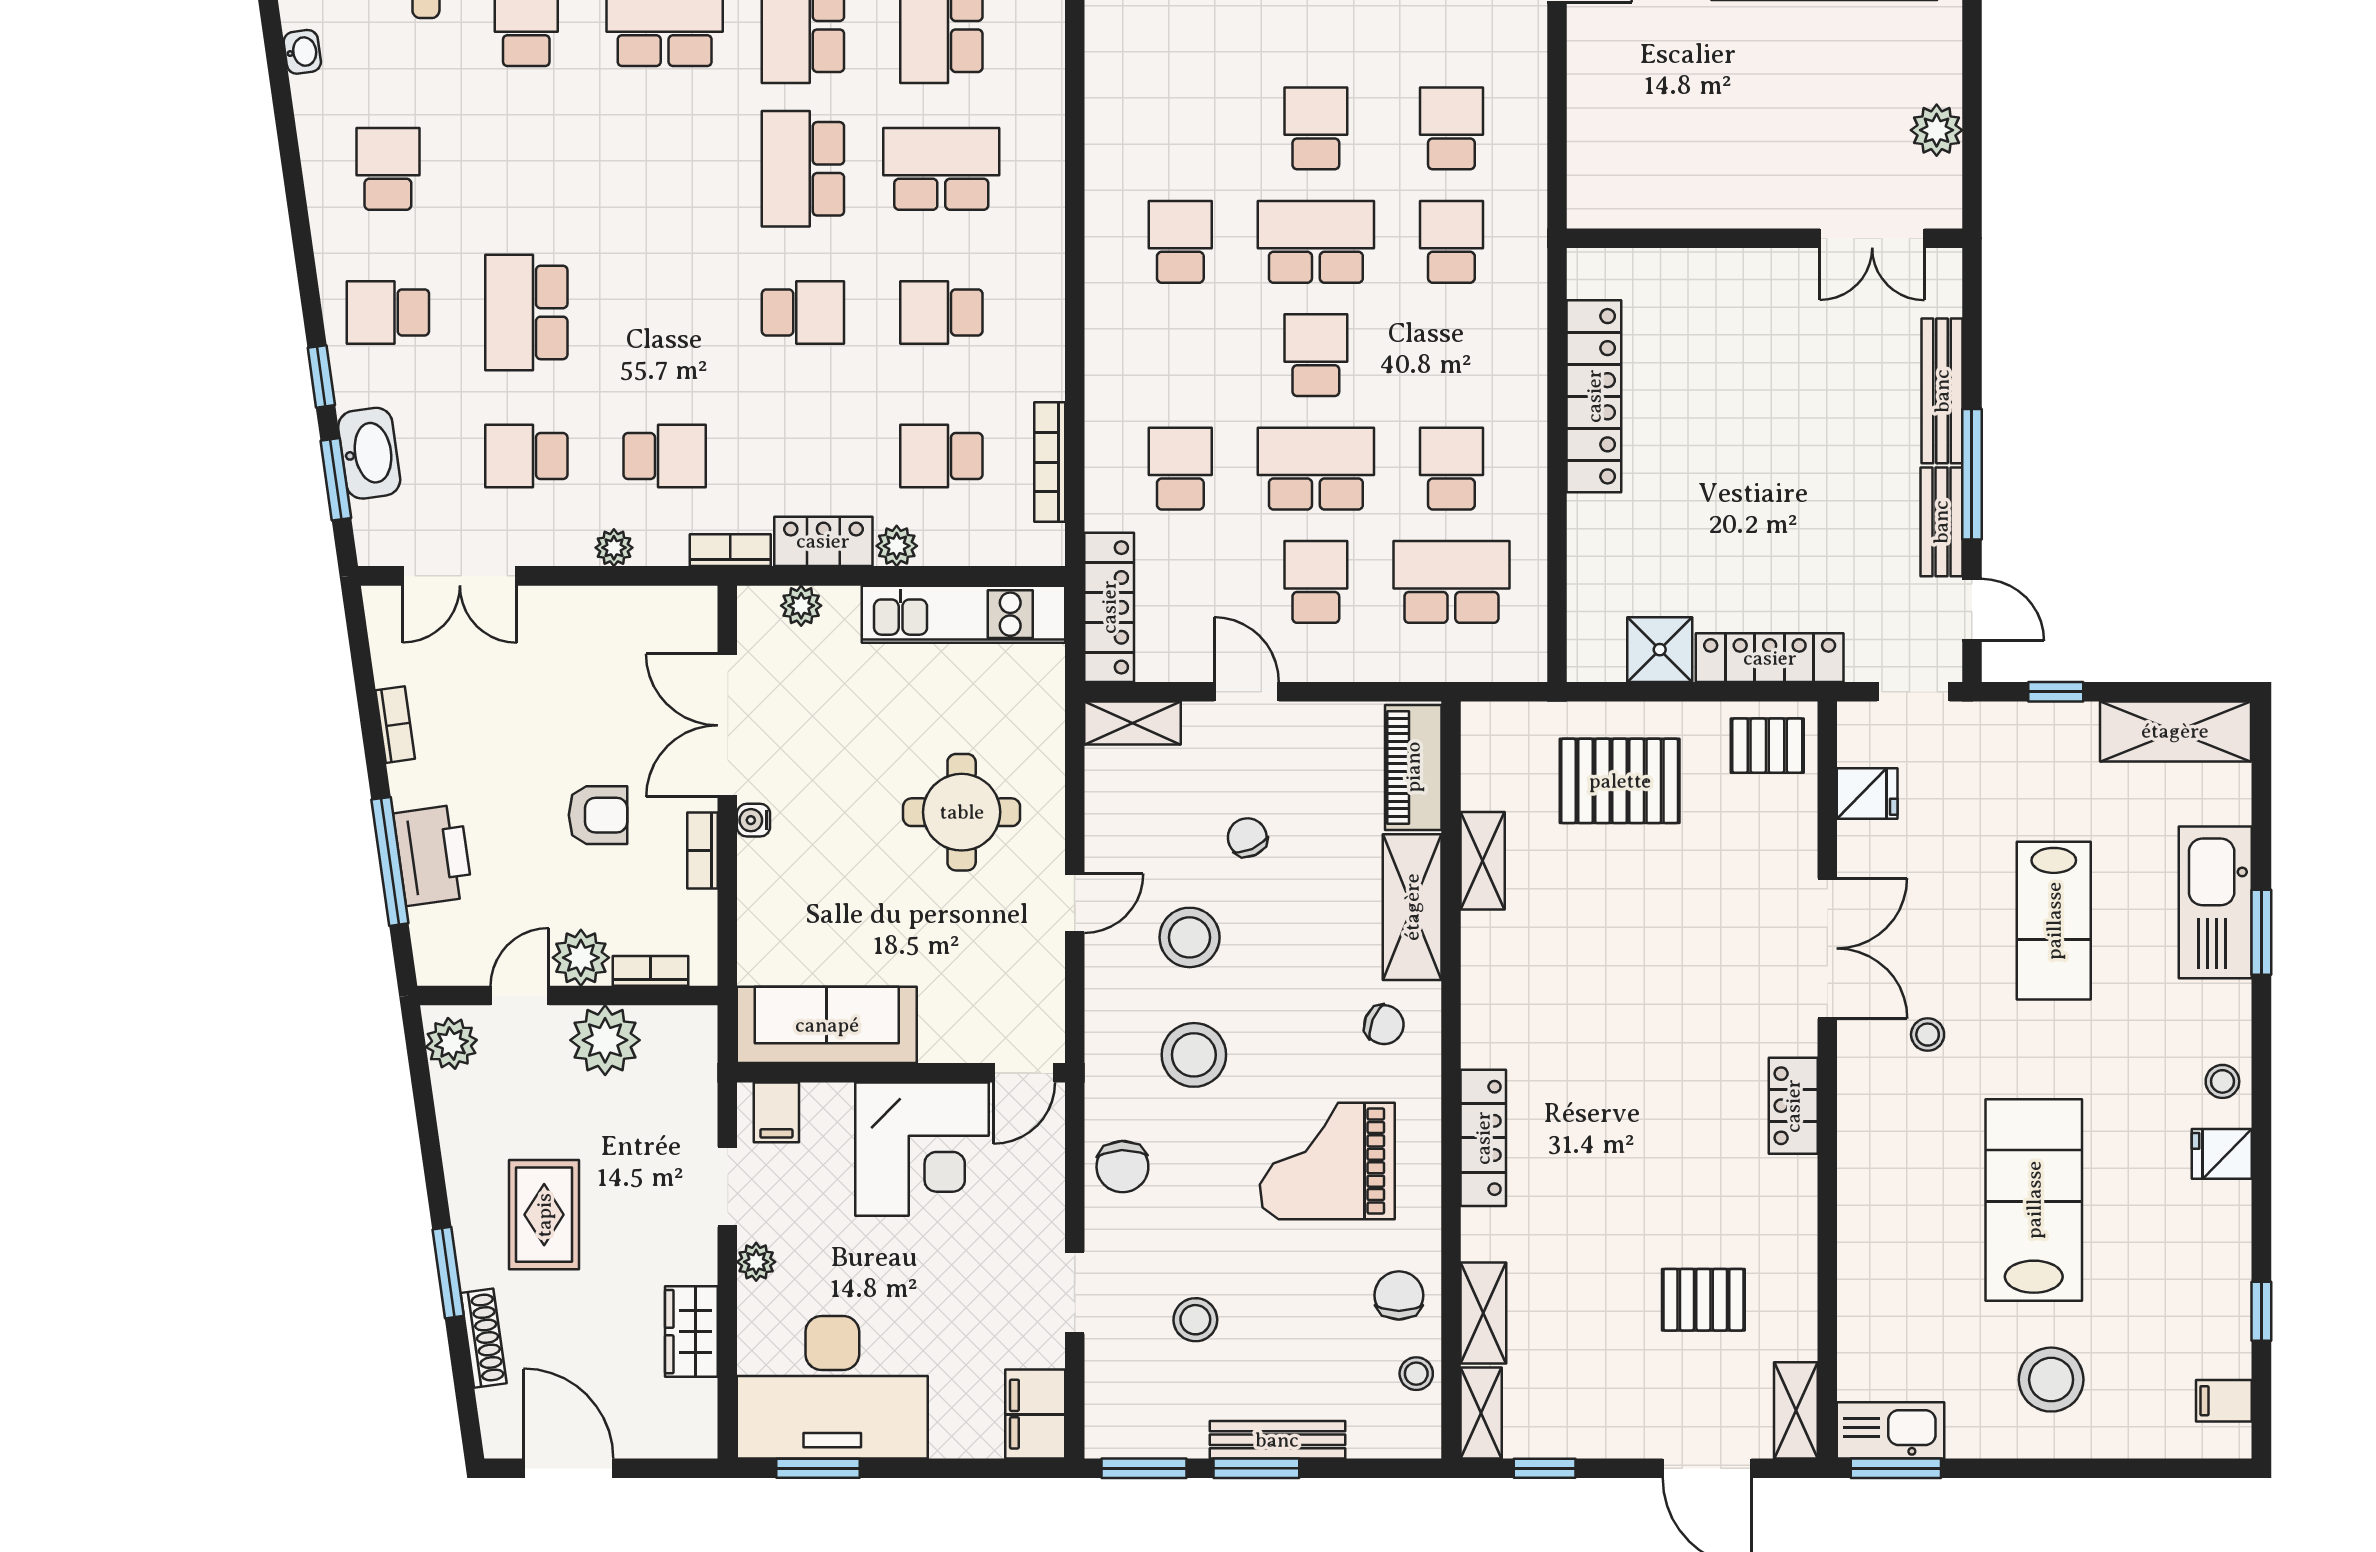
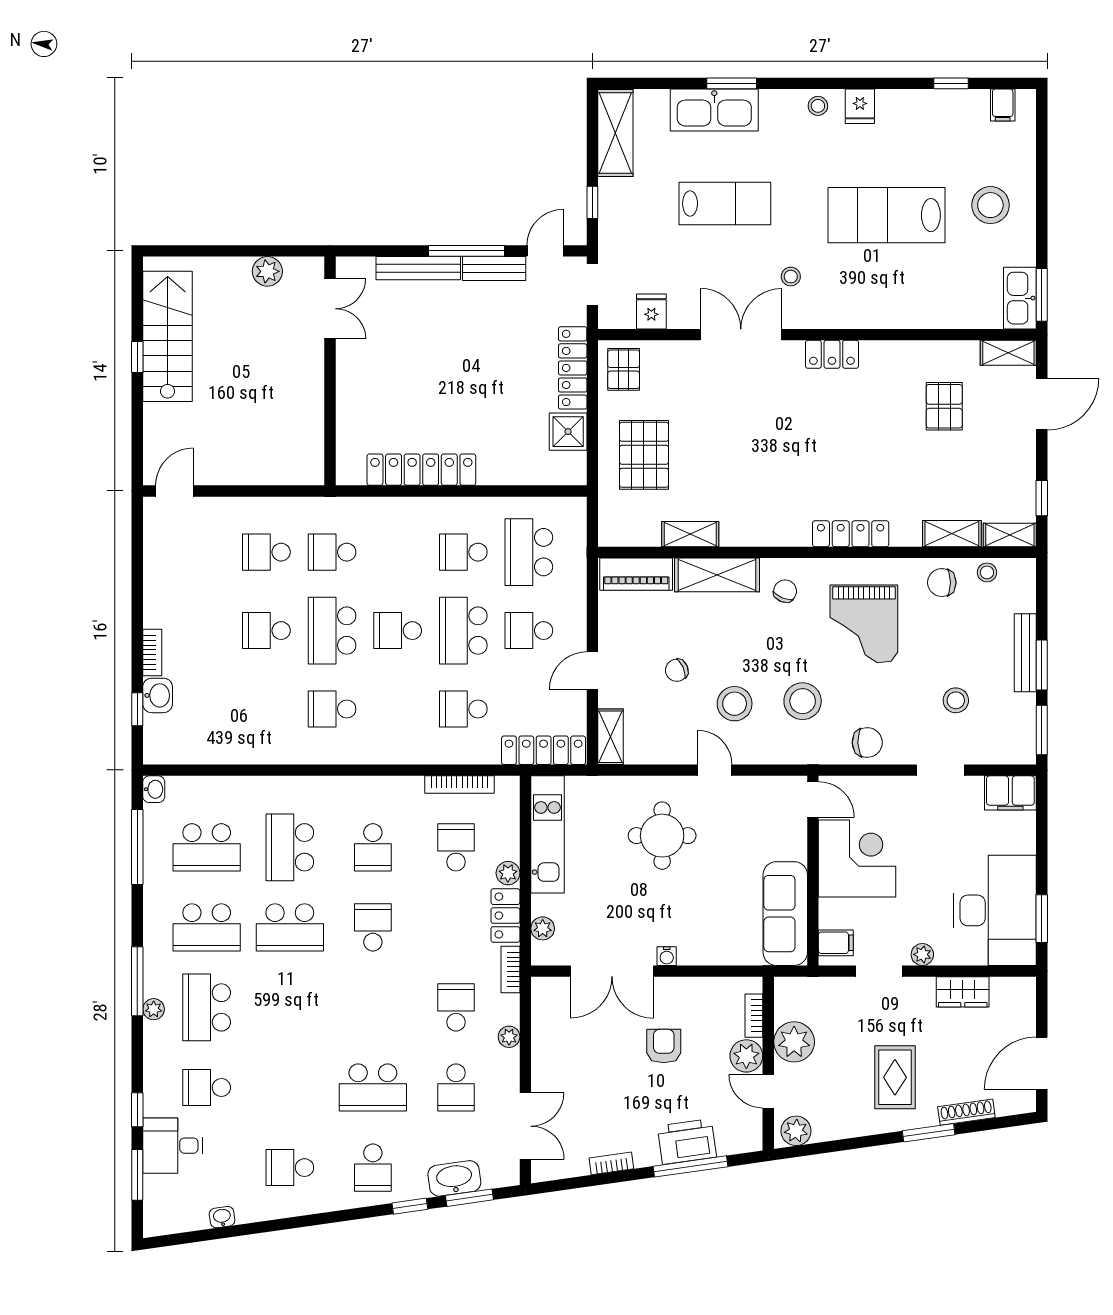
school desk: (941, 456) -> (456, 847), turned 180
bookcase: (702, 851) -> (684, 986), removed
rug: (544, 1215) -> (895, 1077), turned 90

